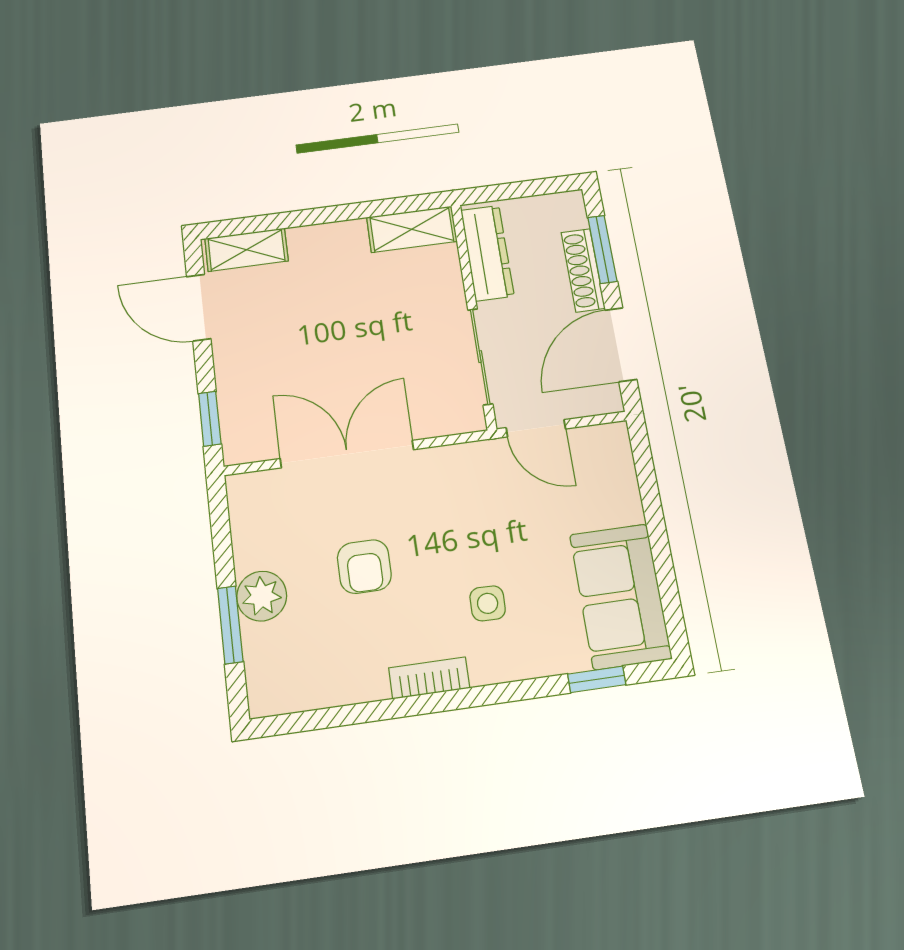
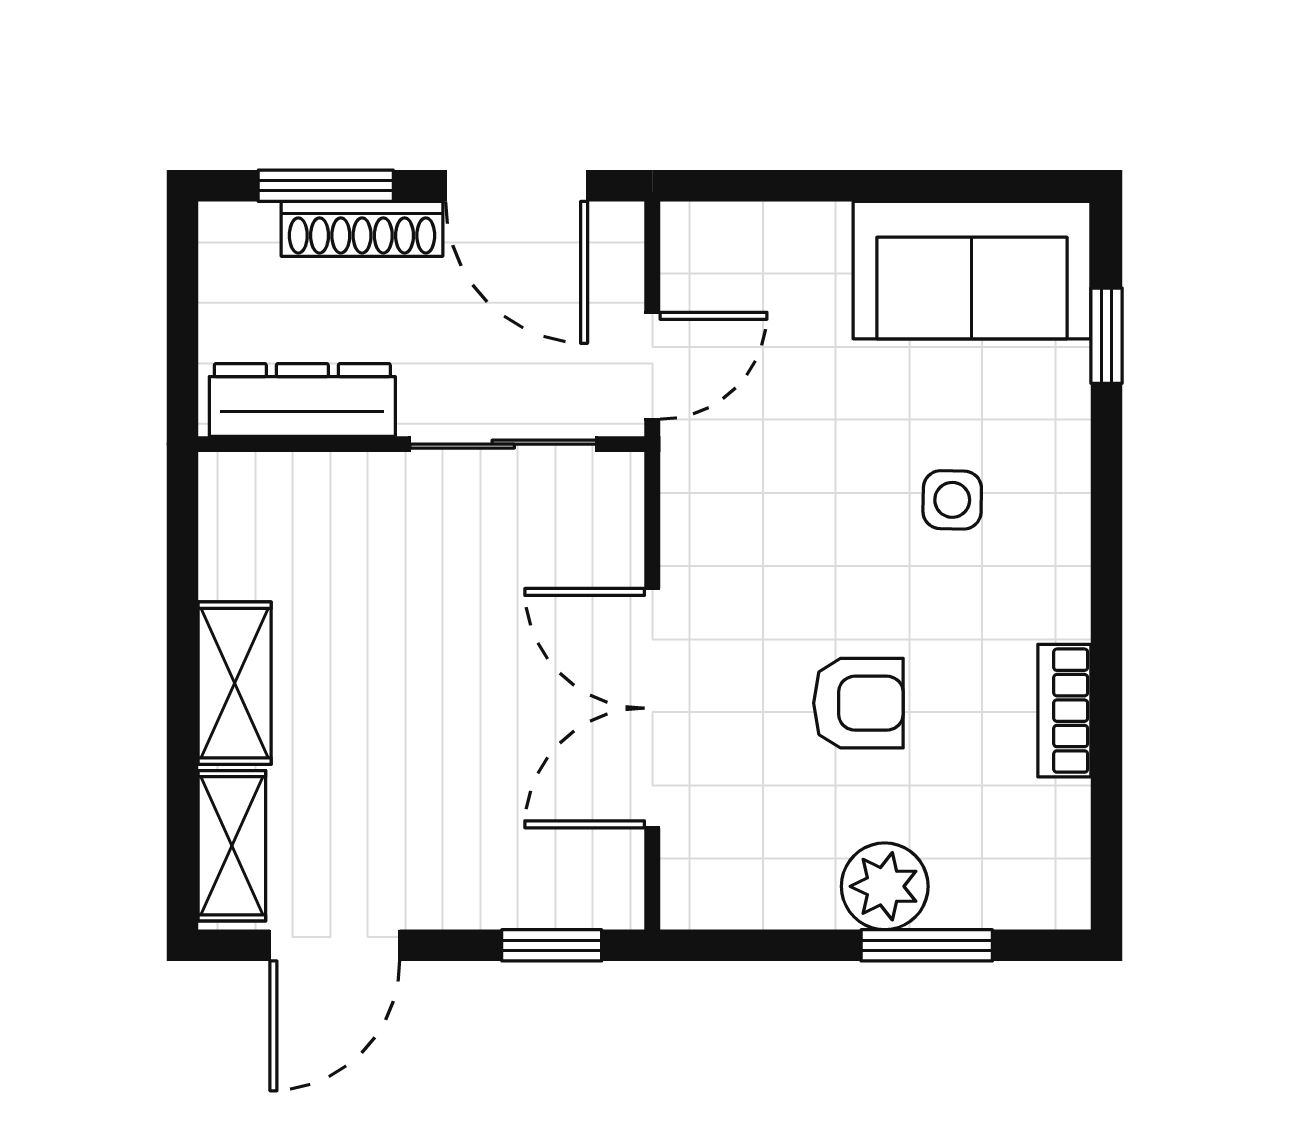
shelving: (412, 229) -> (235, 683), moved
bookcase: (429, 678) -> (1064, 711), moved

